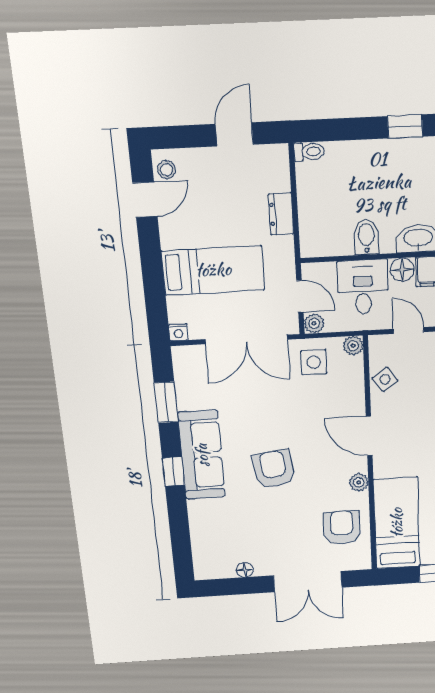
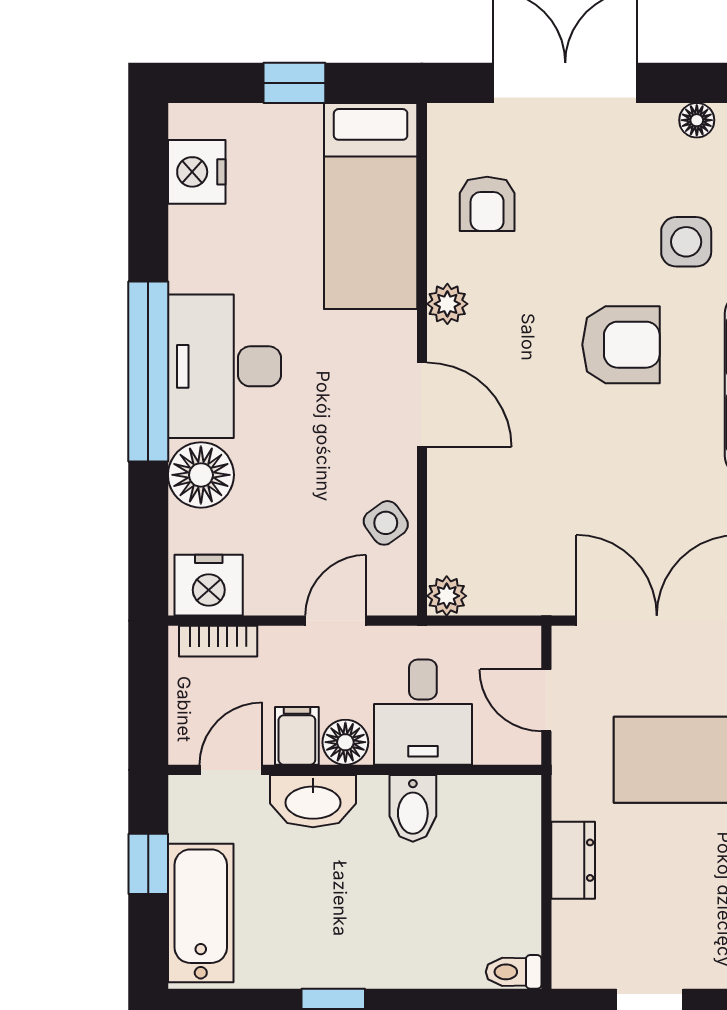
plant: (314, 323) -> (522, 645), removed
door: (409, 331) -> (336, 621), swing flipped
side table: (314, 362) -> (686, 242), moved
armchair: (274, 469) -> (621, 345), turned -82
armchair: (342, 528) -> (487, 204), width x0.72, depth x0.72

